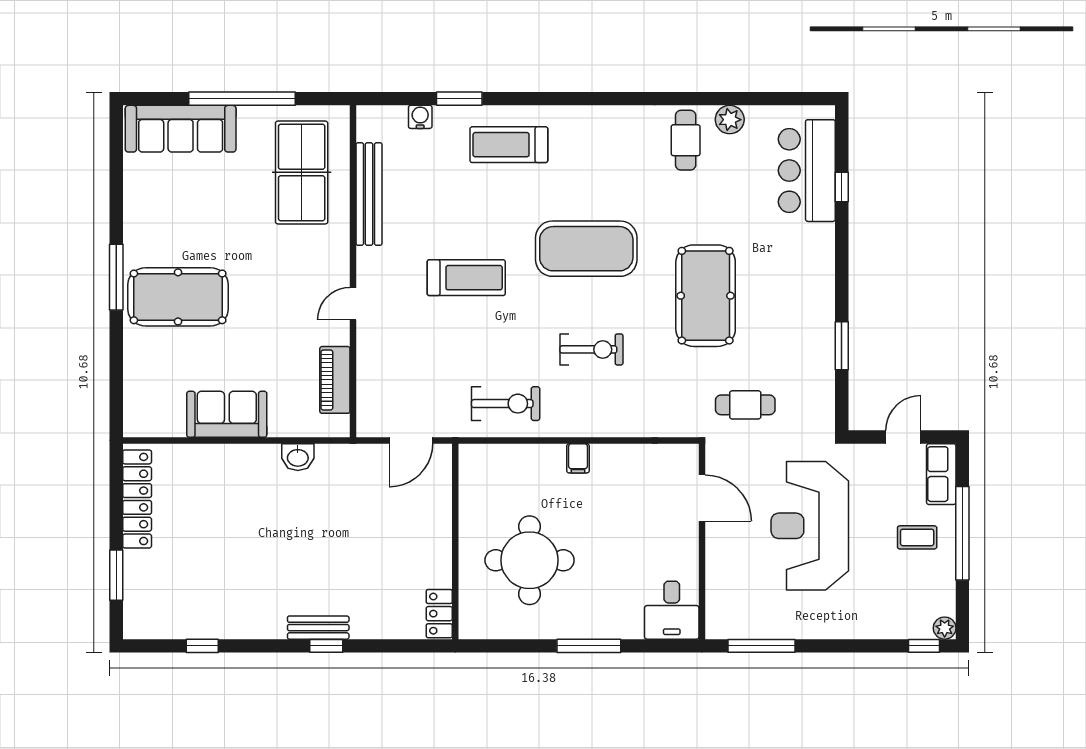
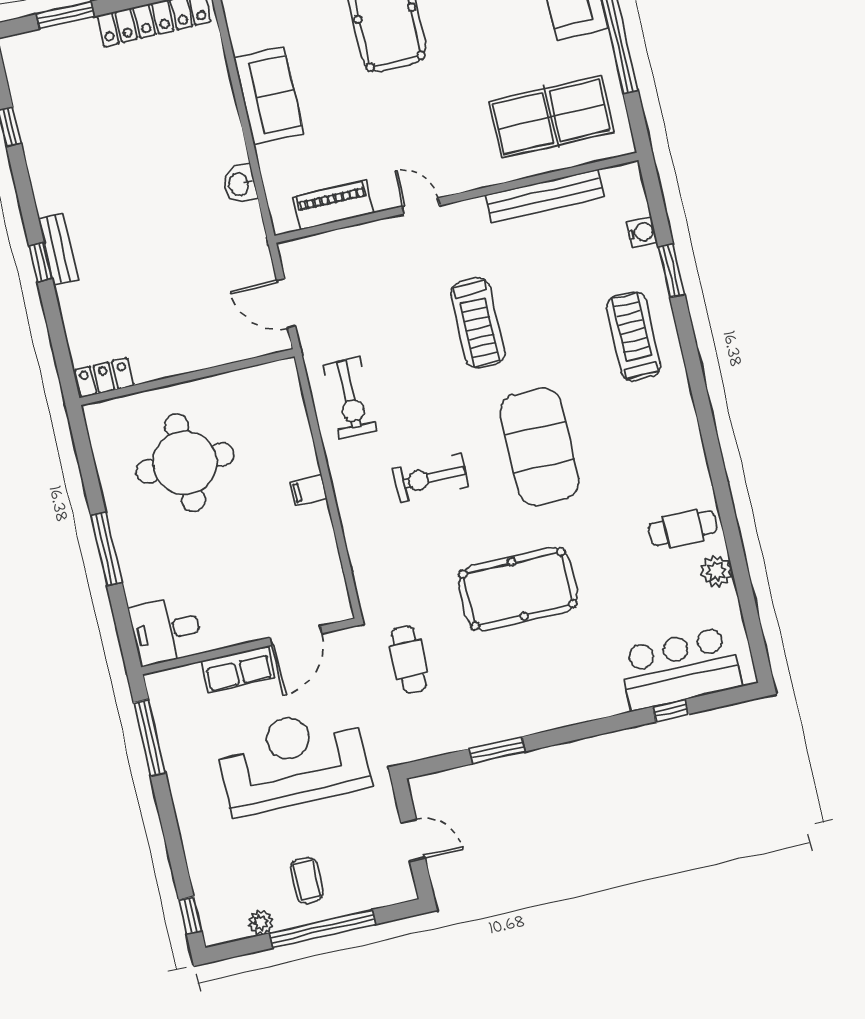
exercise bike: (591, 349) -> (431, 478), turned 90
row of seats: (941, 474) -> (238, 669), moved, turned 180
plant: (945, 628) -> (261, 923), moved

